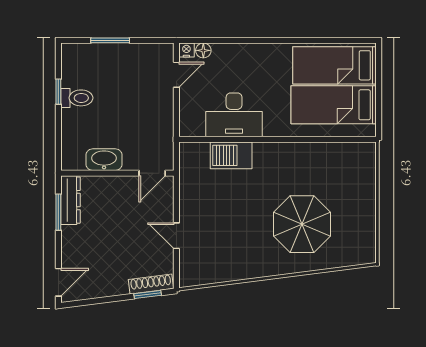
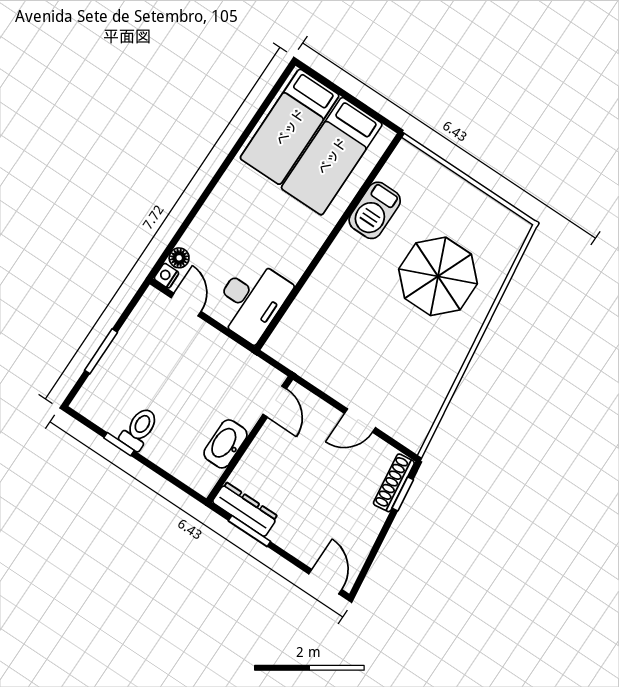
desk: (234, 115) -> (251, 300), moved
barbecue: (231, 155) -> (375, 210), moved

